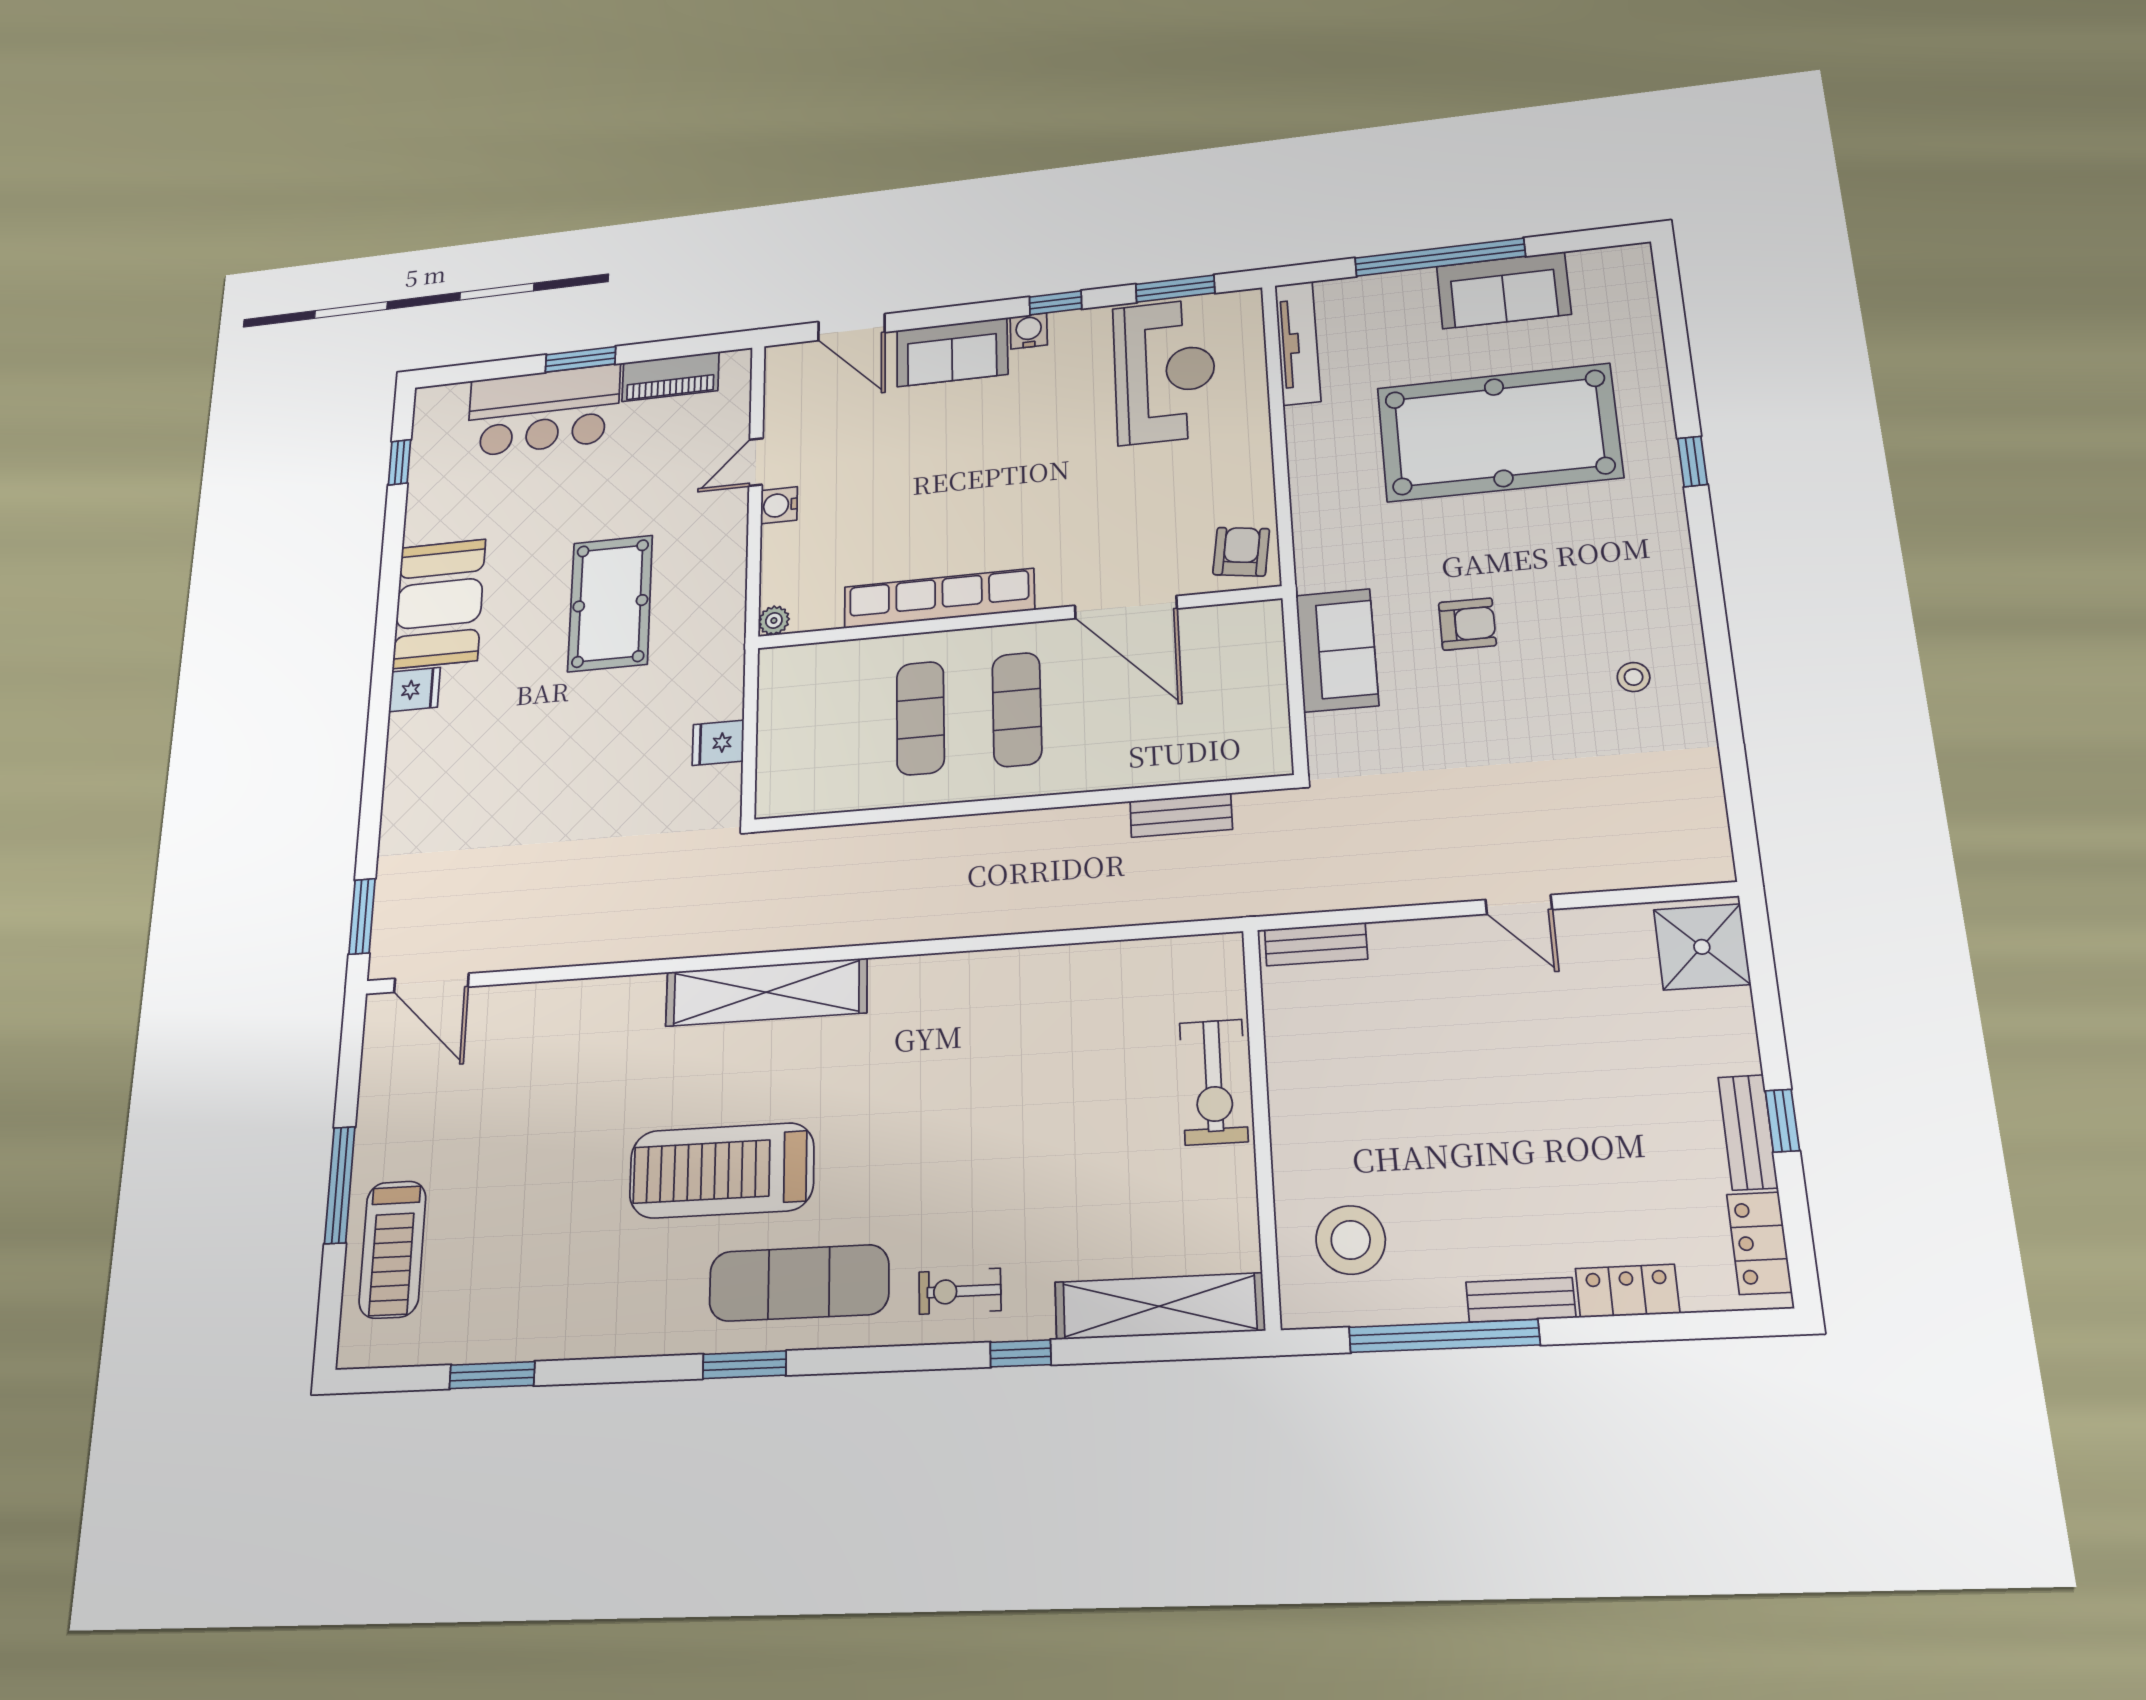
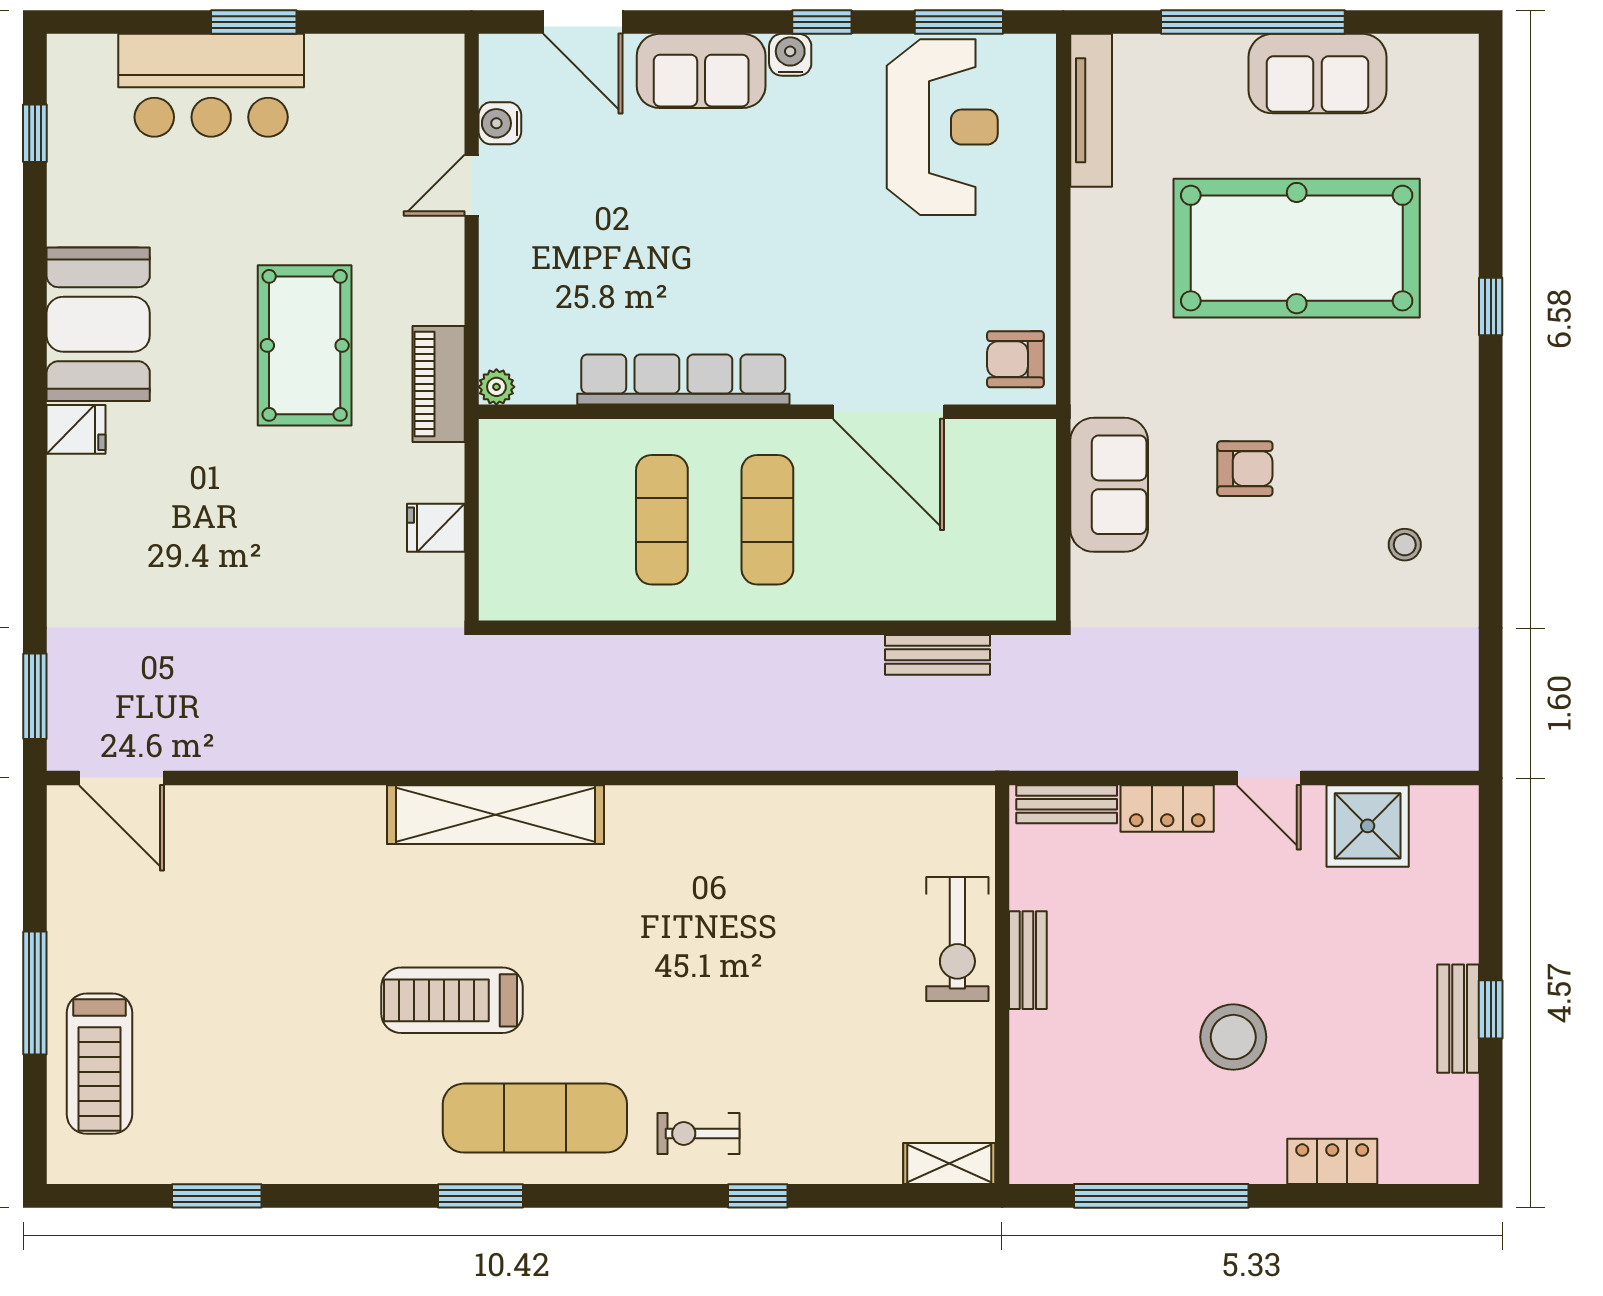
piano: (670, 377) -> (439, 384), moved, turned 90
water cooler: (779, 505) -> (500, 123), moved
armchair: (1241, 552) -> (1015, 359), turned -98
shower: (1702, 947) -> (1368, 826), moved
treadmill: (721, 1170) -> (452, 1000), width x0.73, depth x0.73
stool: (1351, 1240) -> (1233, 1037), moved
locker: (1759, 1243) -> (1167, 808), moved, turned -90
bench: (1521, 1300) -> (1028, 960), moved, turned 90
shelving: (1159, 1306) -> (949, 1163), width x0.45, depth x0.75

